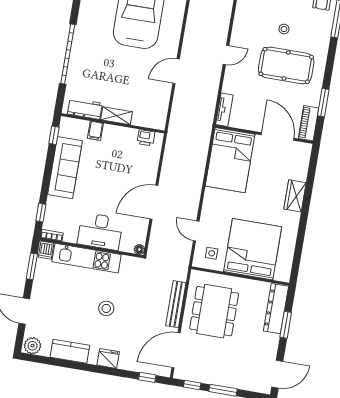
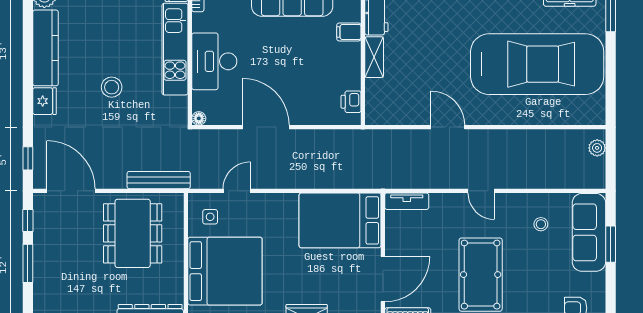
stool: (284, 29) -> (541, 224), moved
bench: (176, 304) -> (159, 180), moved
dining table: (214, 311) -> (133, 233), turned 90
kitchen counter: (70, 351) -> (45, 48), width x1.50

